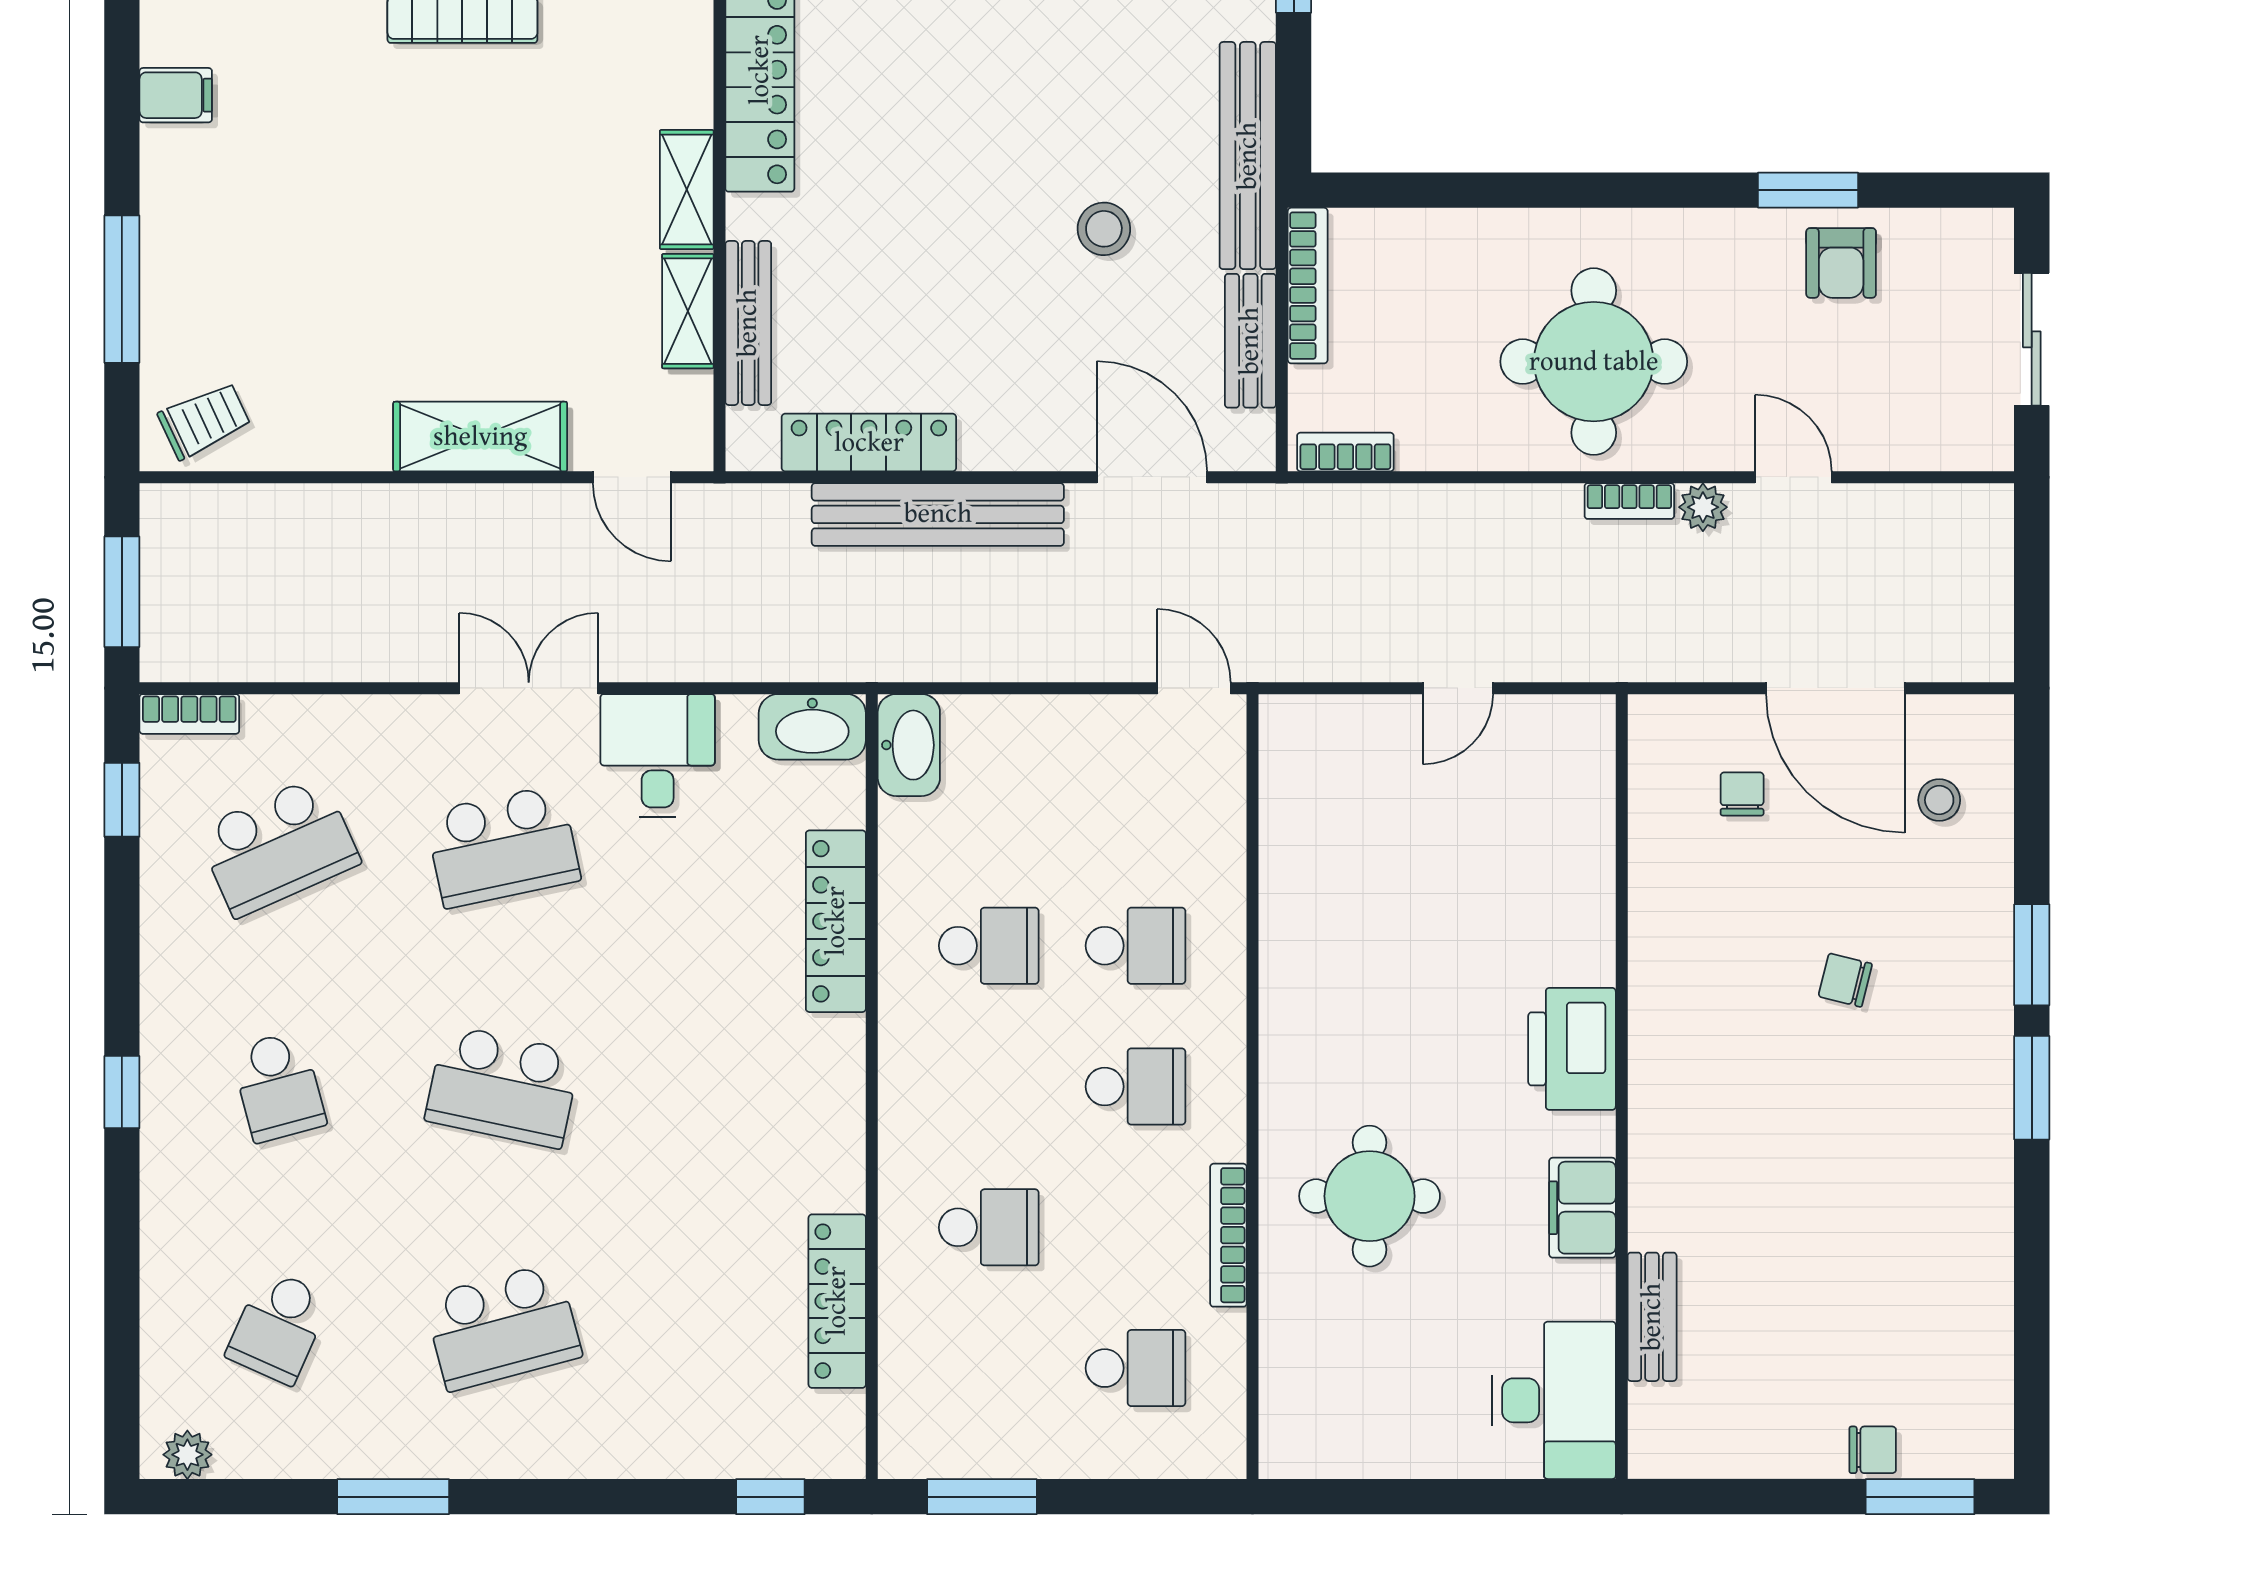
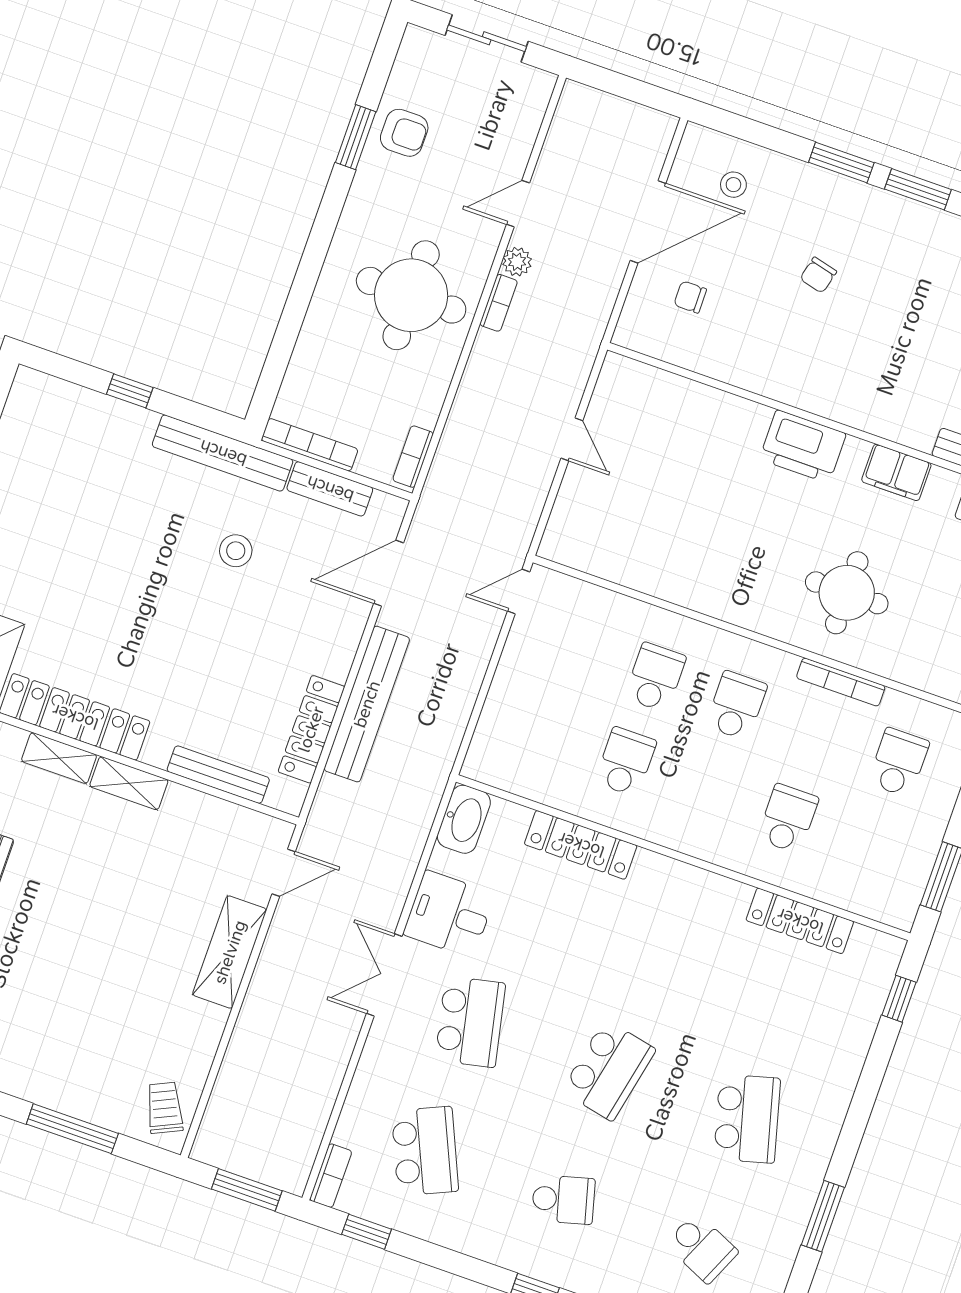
shelving: (688, 311) -> (59, 758), moved
washbasin: (909, 745) -> (494, 767), removed

